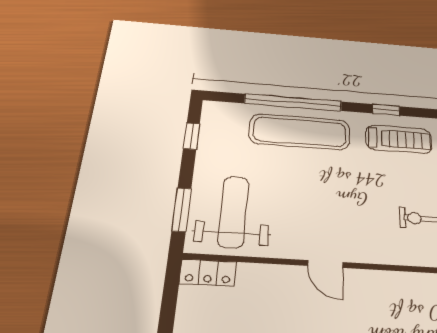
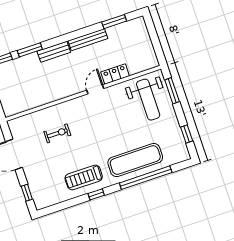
door: (325, 264) -> (95, 89), hinge flipped
locker: (208, 273) -> (115, 74), moved

